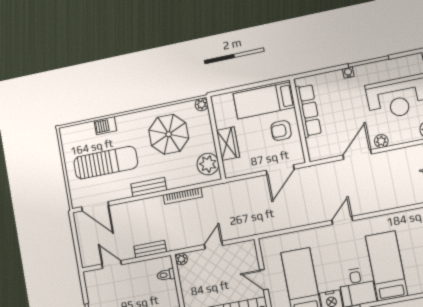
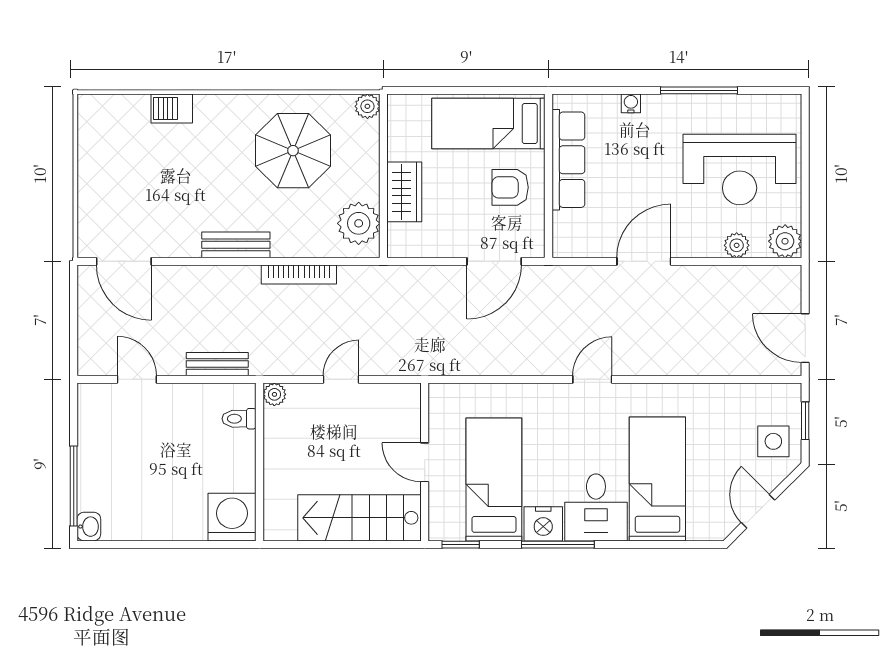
water cooler: (348, 73) -> (631, 103), moved
plant: (381, 141) -> (737, 245), moved
sun lounger: (106, 163) -> (160, 181), removed

